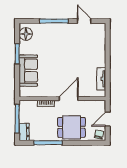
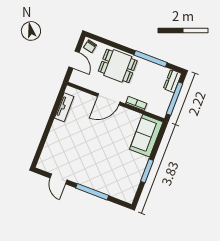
floor lamp: (26, 34) -> (129, 189), removed
sofa: (28, 70) -> (146, 136), moved
door: (108, 119) -> (74, 60), hinge flipped

